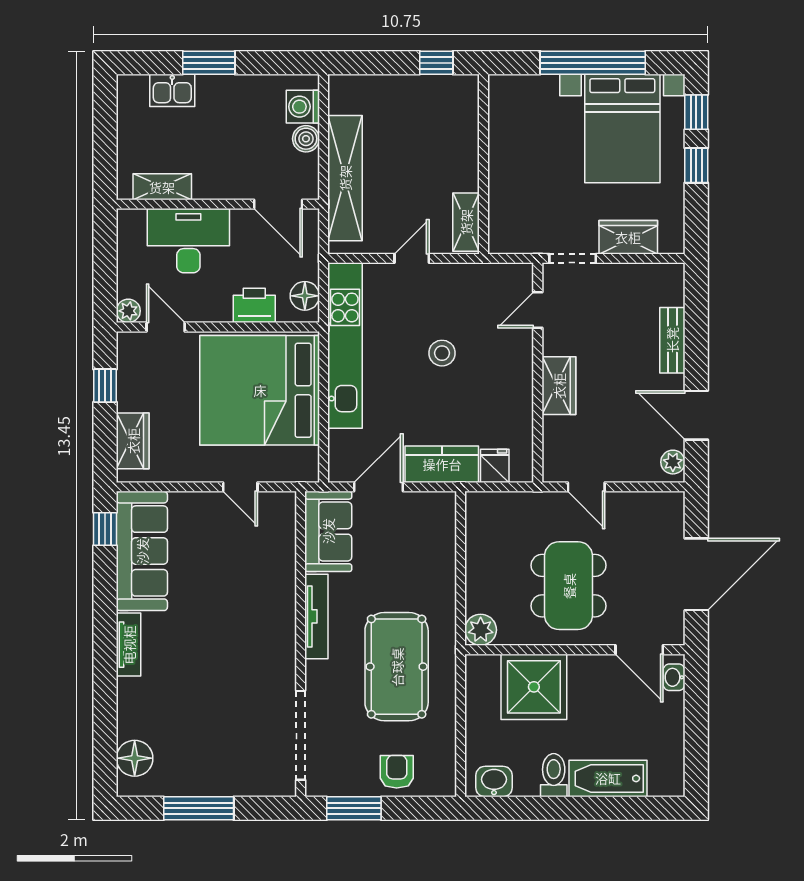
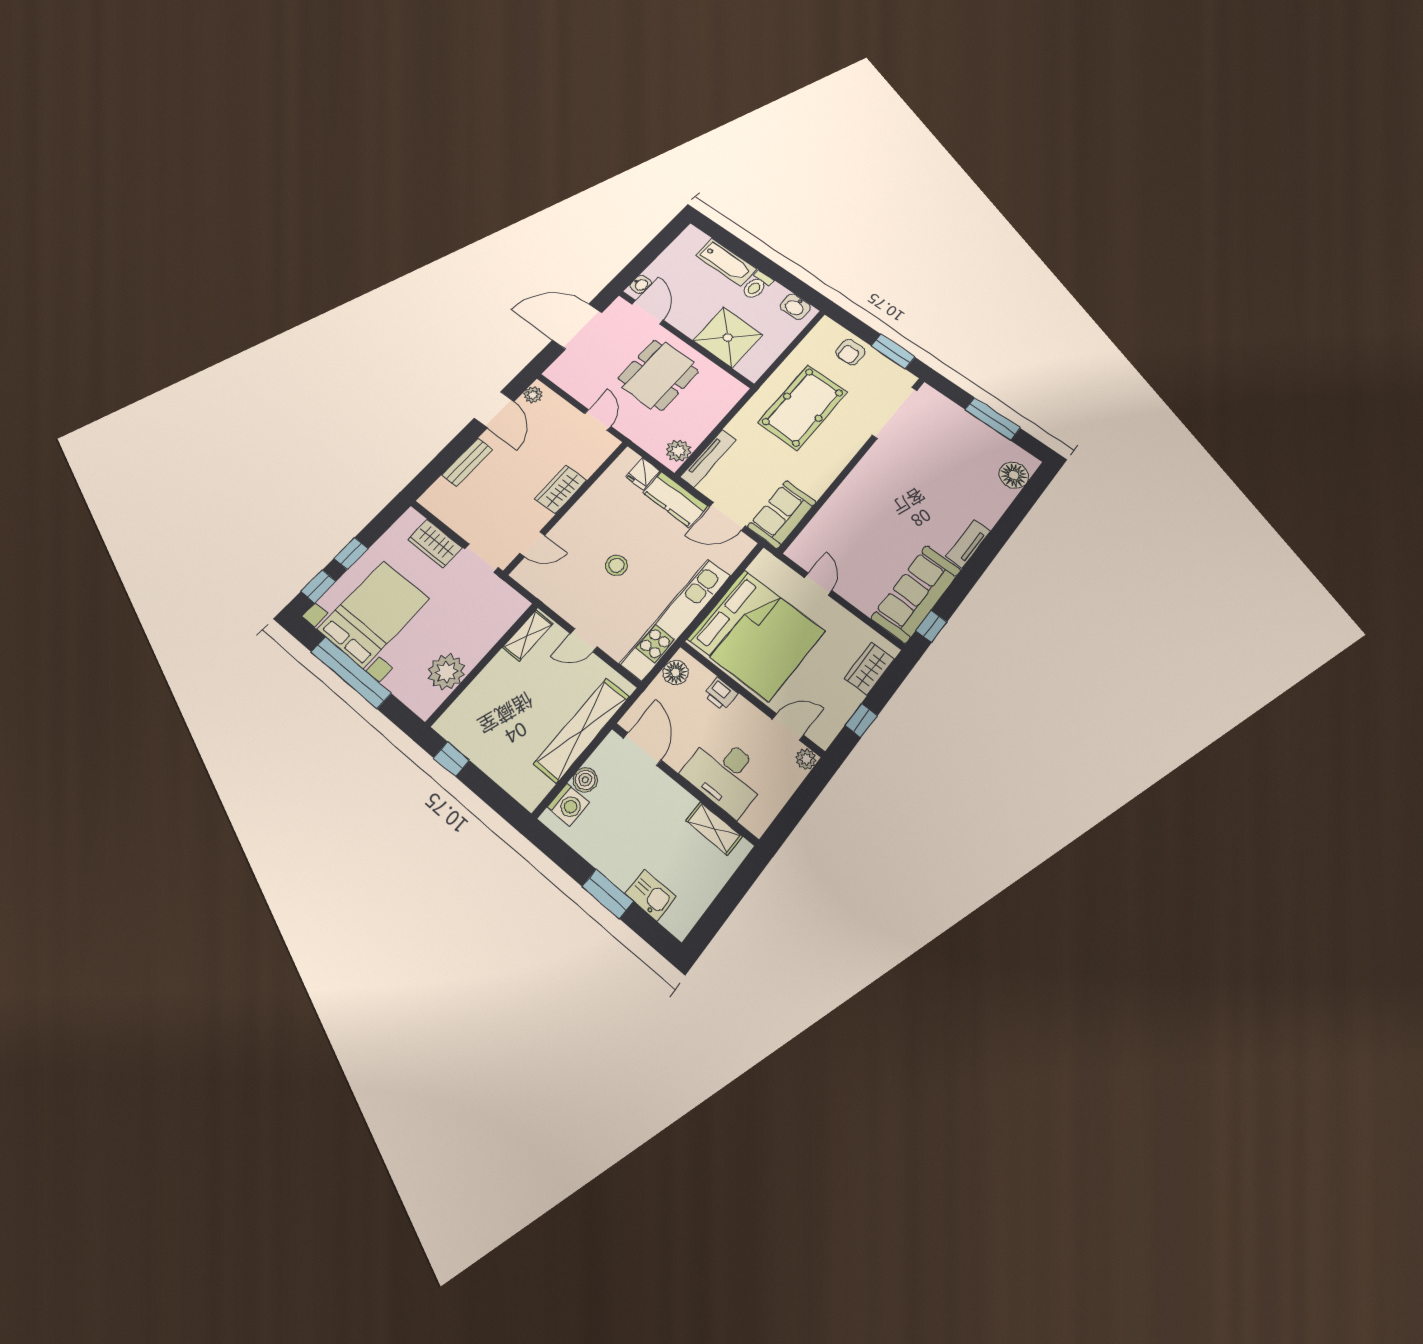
plant: (509, 131) -> (446, 672), added
printer: (254, 305) -> (721, 694), width x0.73, depth x0.81
door: (166, 327) -> (788, 727), swing flipped
tv unit: (316, 616) -> (708, 458), moved, turned 180
plant: (481, 630) -> (678, 451), moved

